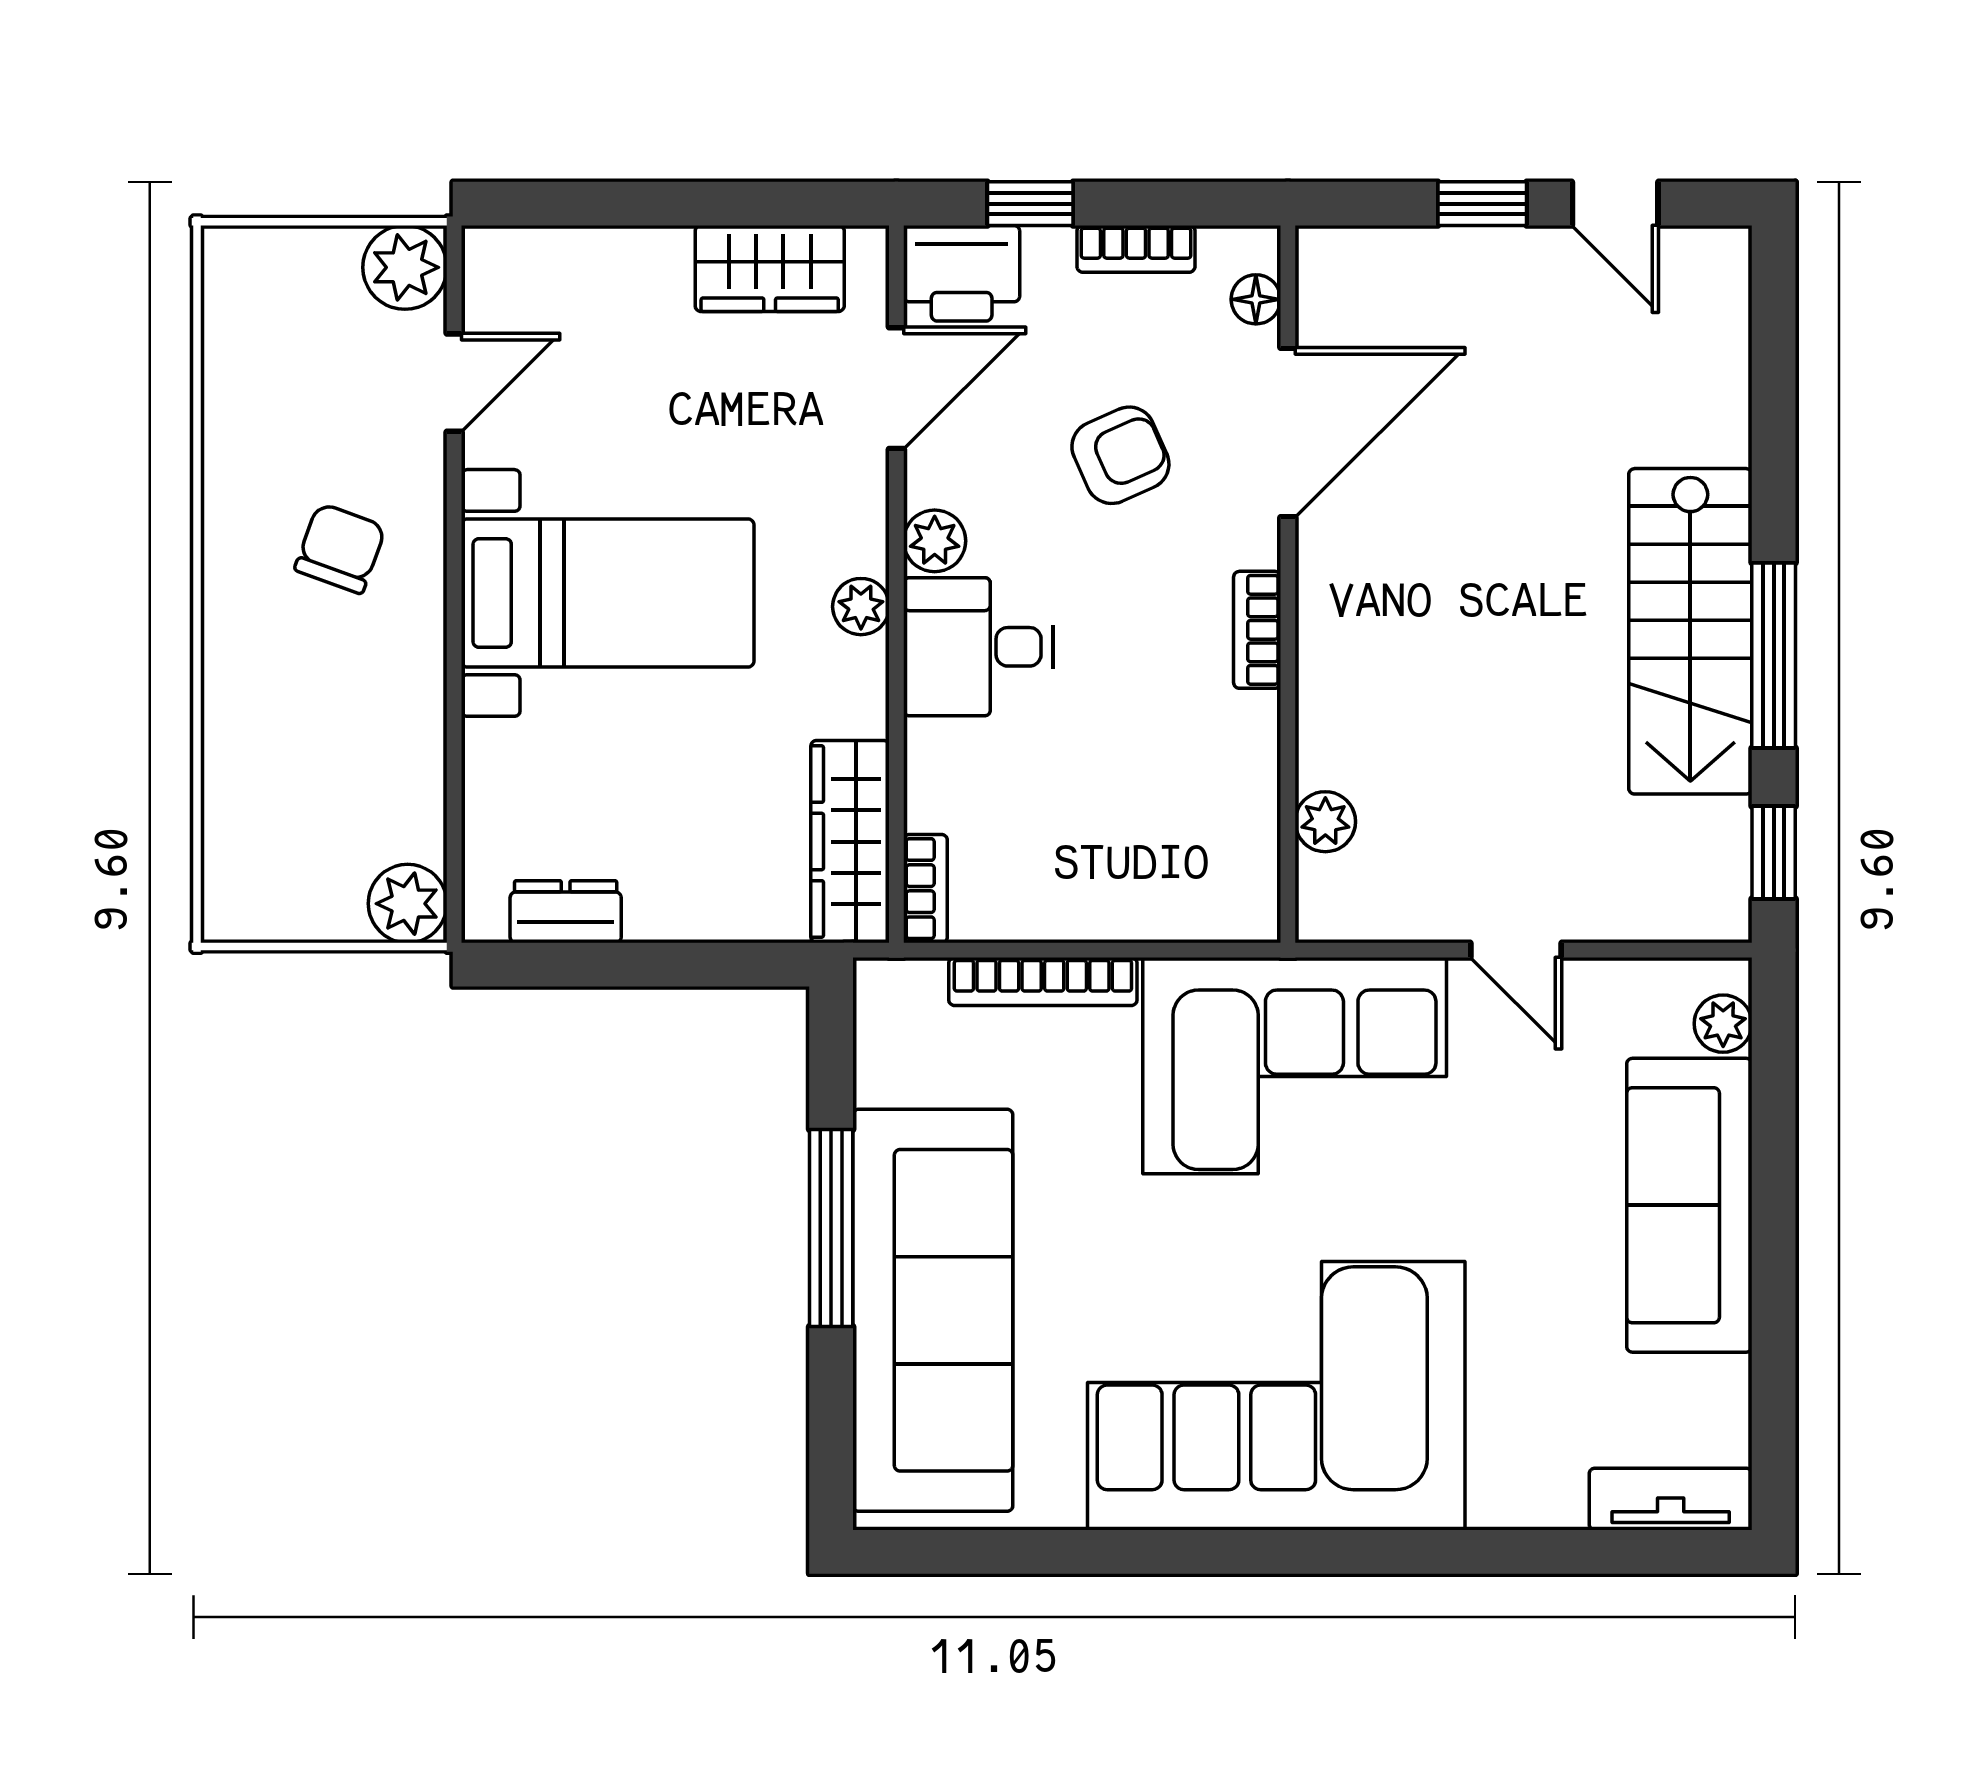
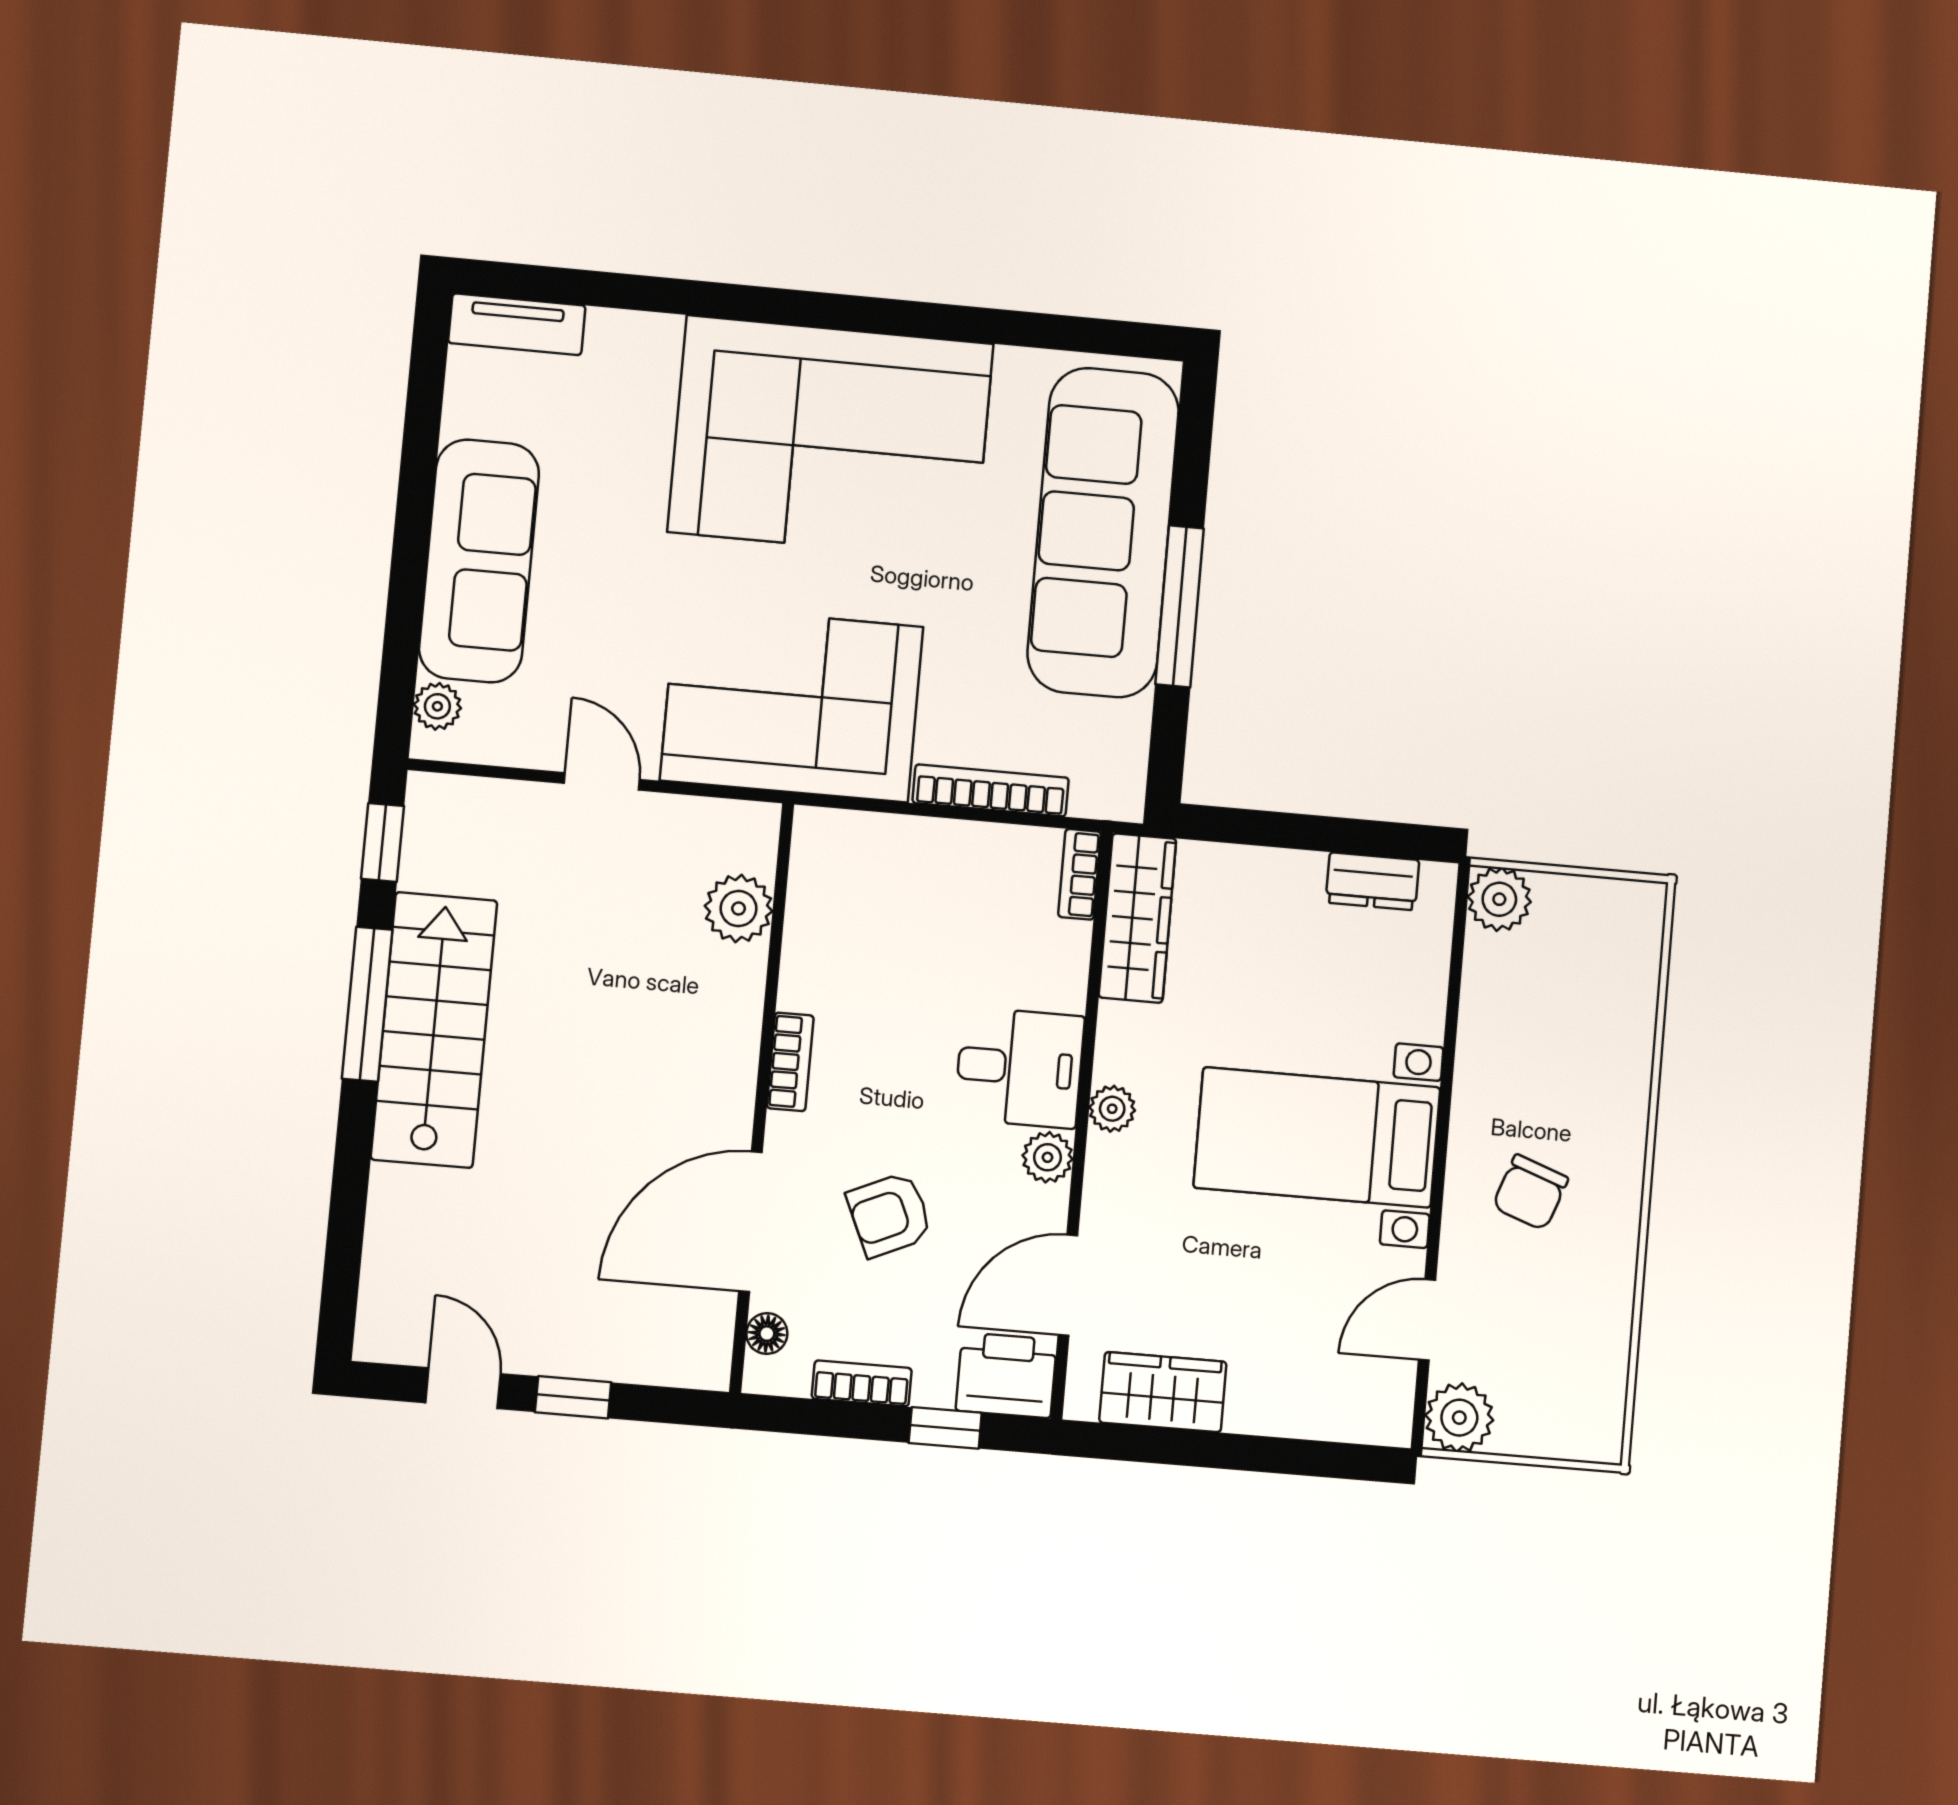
plant: (1325, 822) -> (739, 909), width x1.38, depth x1.38

